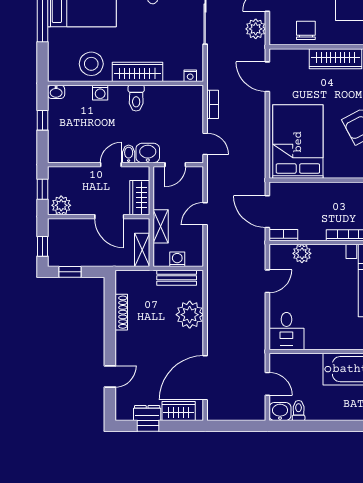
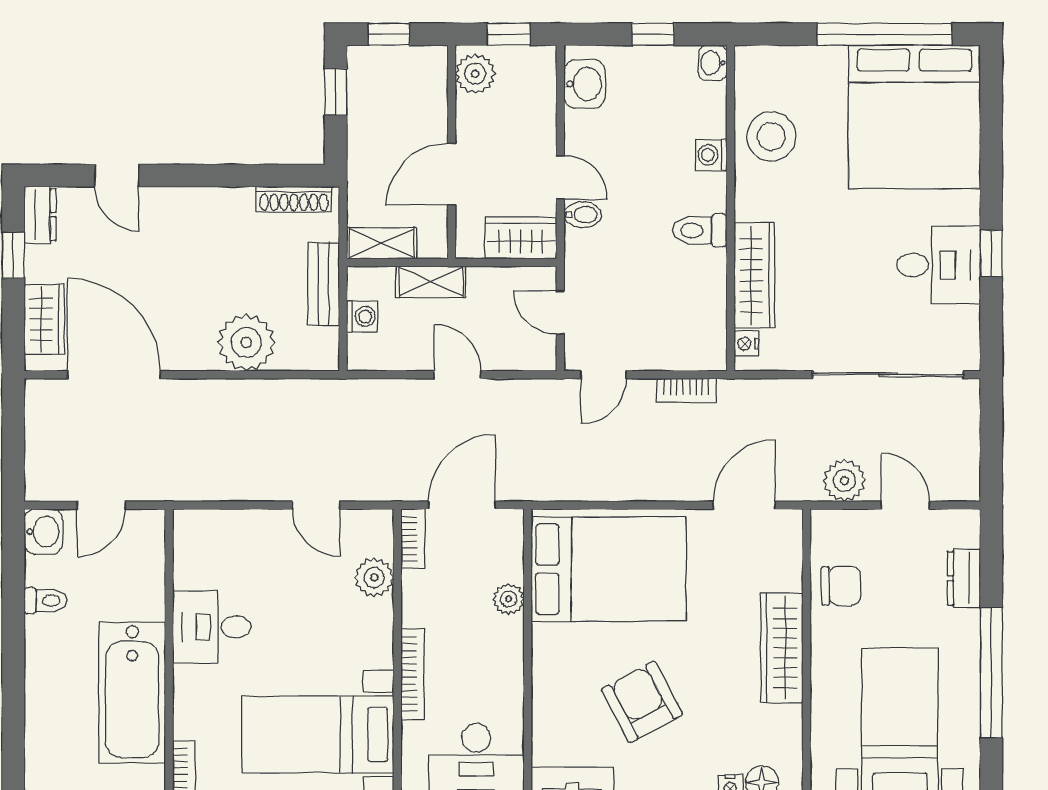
wardrobe: (137, 72) -> (754, 275), moved
washbasin: (148, 153) -> (585, 84), moved
plant: (312, 189) -> (509, 599), added
wardrobe: (140, 198) -> (521, 238), moved
bench: (177, 278) -> (323, 284), moved
shoe rack: (121, 312) -> (294, 199), moved
desk: (286, 331) -> (212, 627), moved
toilet: (299, 411) -> (45, 601), moved
dresser: (147, 413) -> (40, 215), moved

